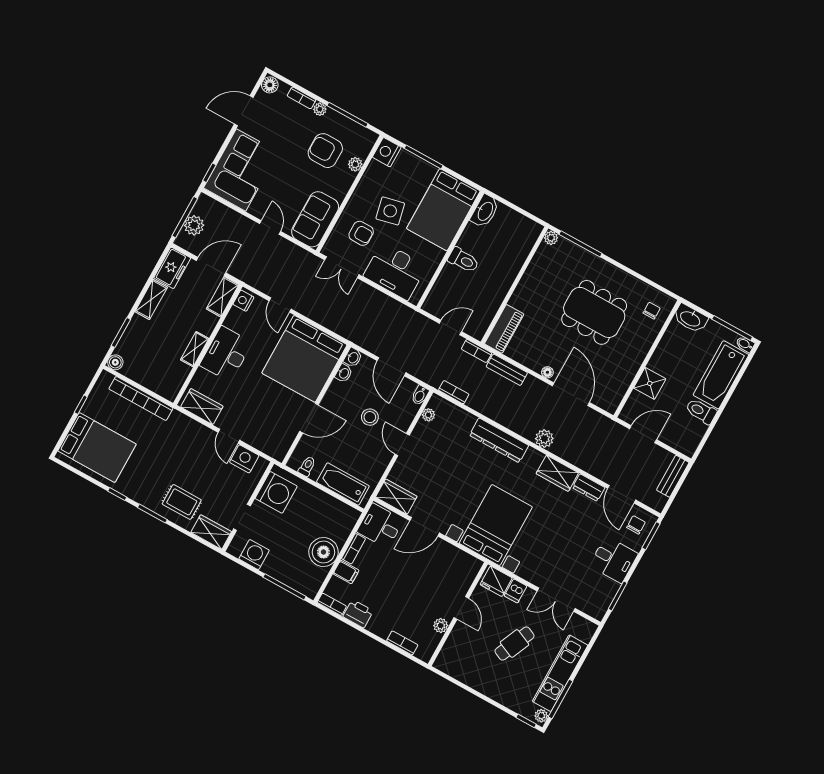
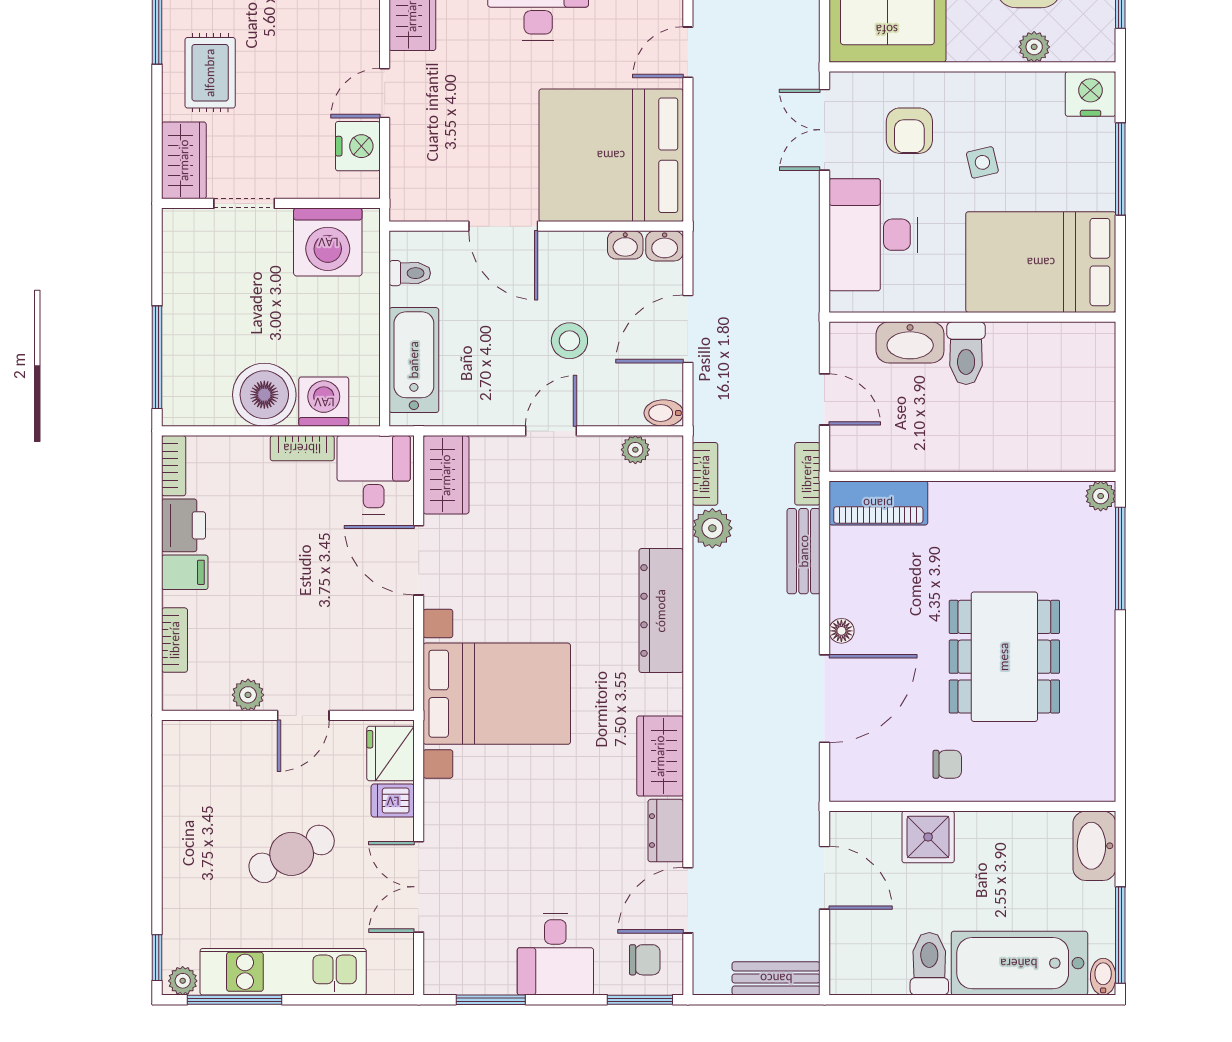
side table: (390, 211) -> (982, 162), width x0.54, depth x0.54
washbasin: (485, 211) -> (910, 342), moved
chair: (652, 311) -> (947, 764), moved
plant: (544, 439) -> (712, 528), moved
washing machine: (254, 555) -> (324, 402), moved, turned -90
filing cabinet: (346, 572) -> (185, 572), moved, turned -90
cafe table: (515, 644) -> (292, 854), turned -50

